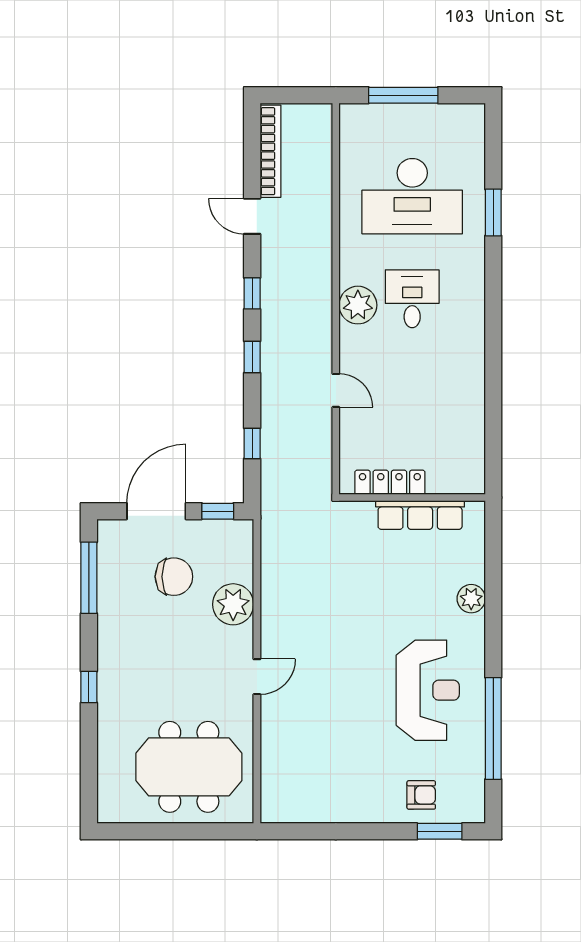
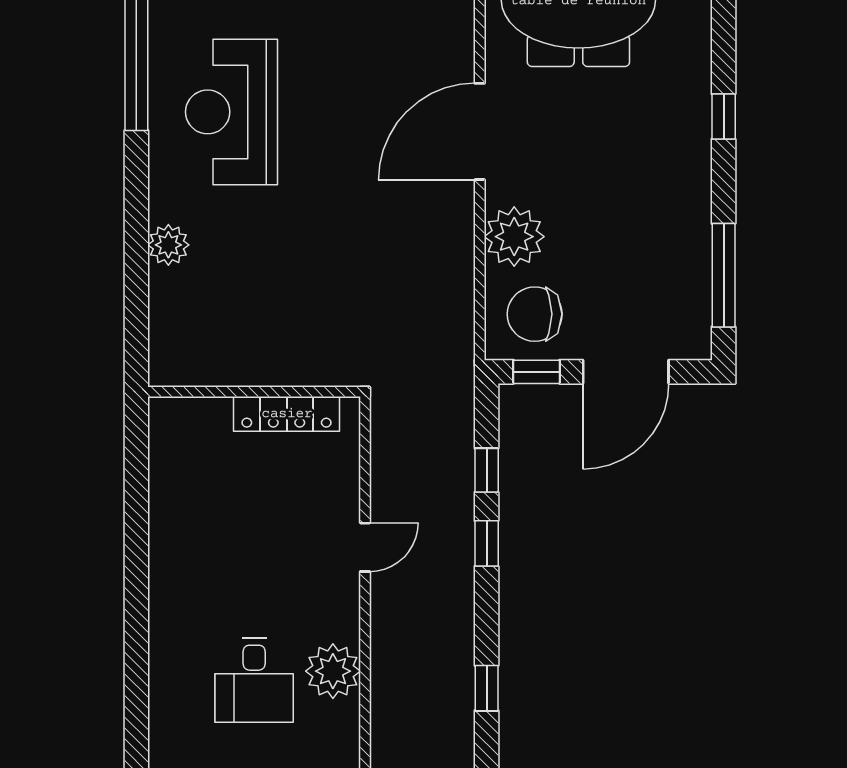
window: (252, 357) -> (487, 543), moved
door: (336, 390) -> (365, 547), swing flipped
row of seats: (420, 515) -> (243, 366), removed
chair: (174, 577) -> (535, 314), moved
door: (257, 677) -> (480, 131), width x1.87

